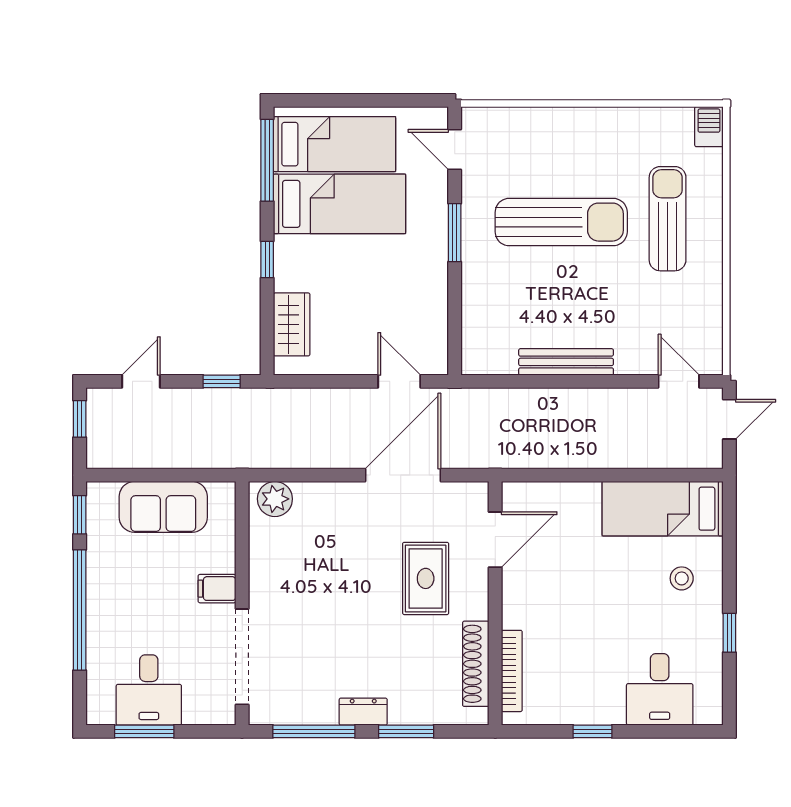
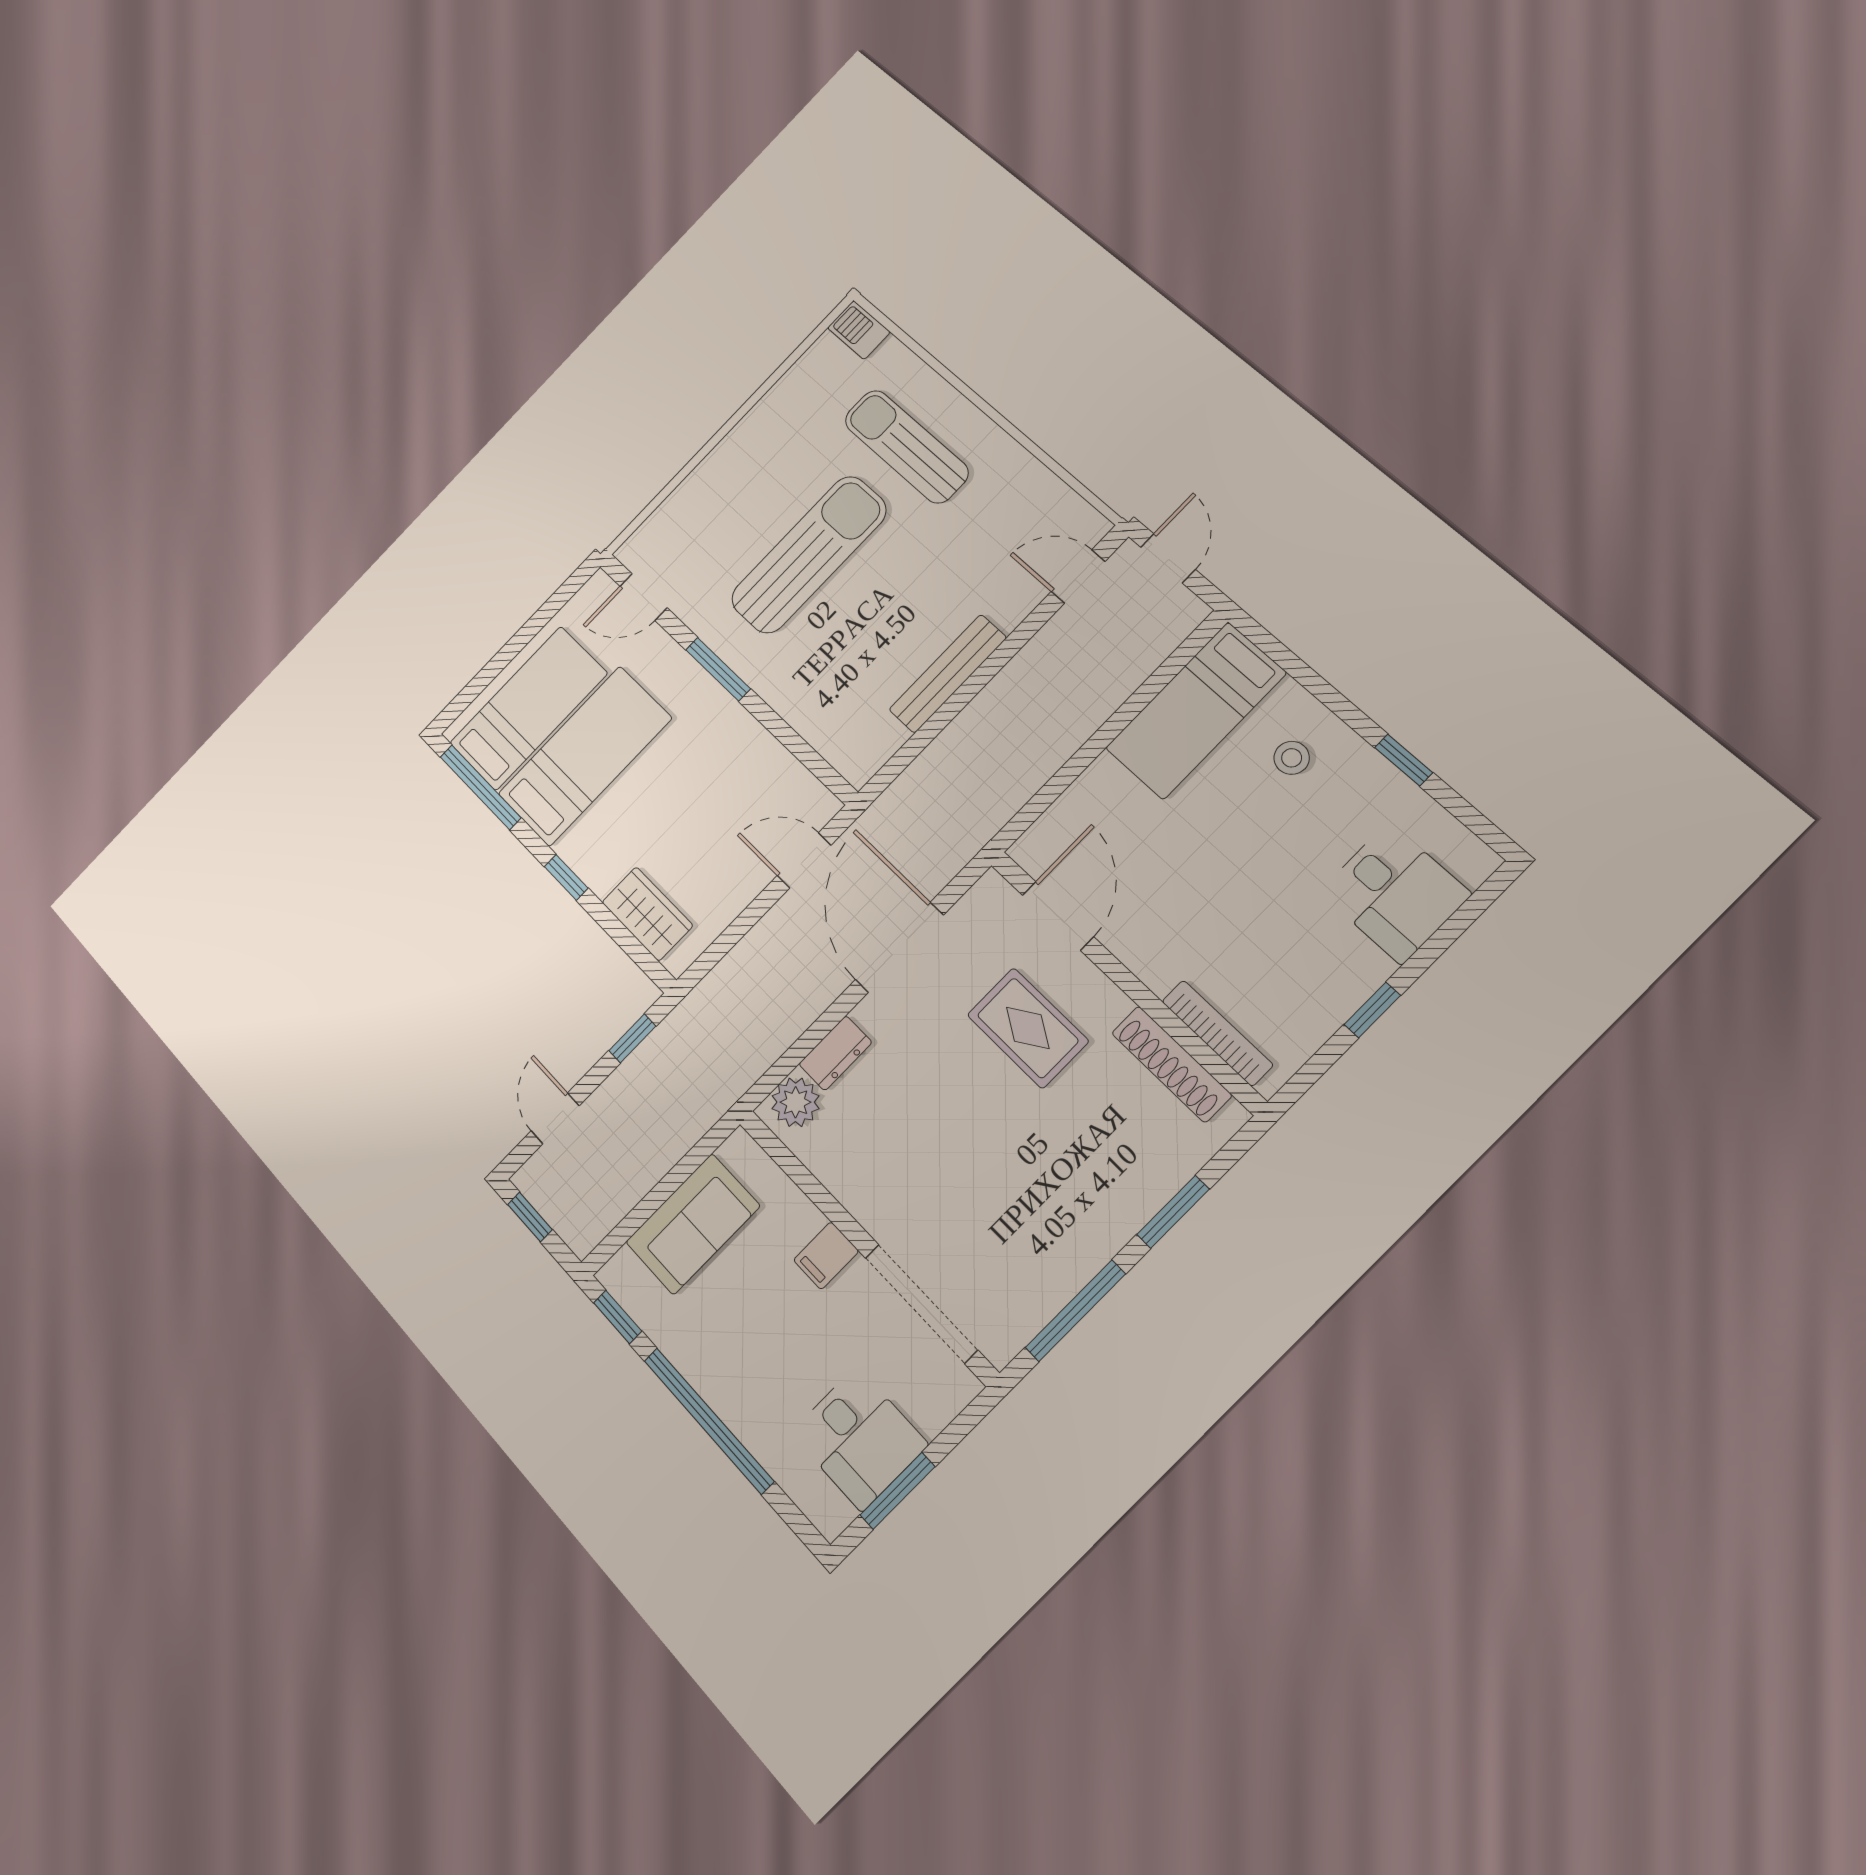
dresser: (363, 712) -> (835, 1053), moved, turned 180

